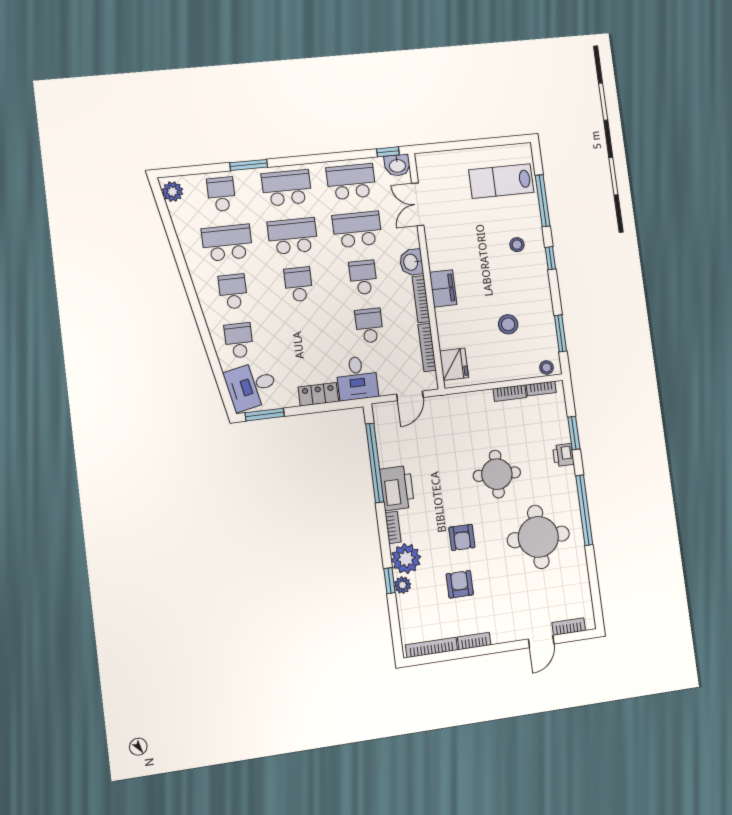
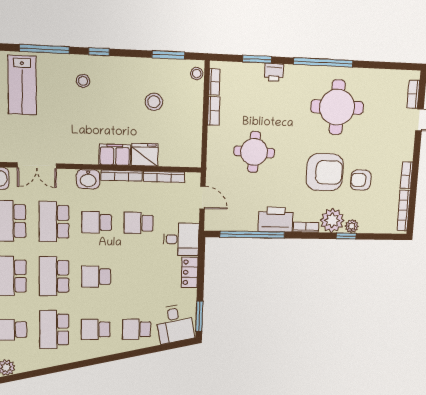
fridge: (454, 364) -> (145, 155), moved
round table: (497, 474) -> (254, 152), moved
armchair: (462, 537) -> (325, 172), width x1.88, depth x1.88

